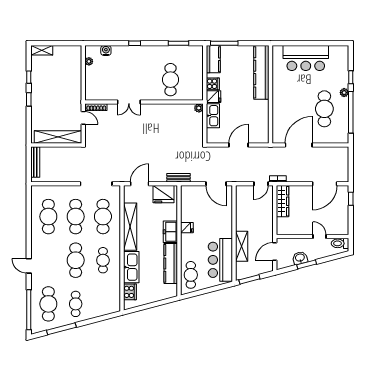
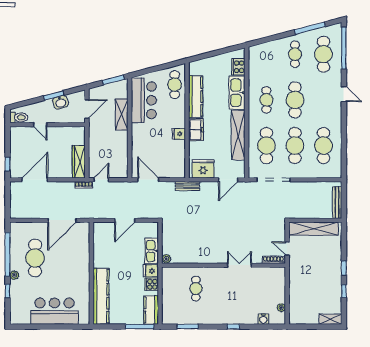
cafe table: (170, 80) -> (196, 289), width x0.73, depth x0.74

